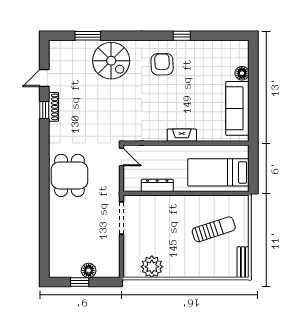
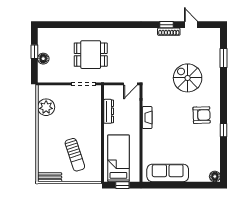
spiral stairs: (111, 61) -> (188, 78), moved, turned 90
floor lamp: (242, 73) -> (215, 176), moved
fireplace: (182, 135) -> (147, 118), moved
window: (253, 167) -> (122, 185), added
dining table: (69, 175) -> (91, 55), moved

